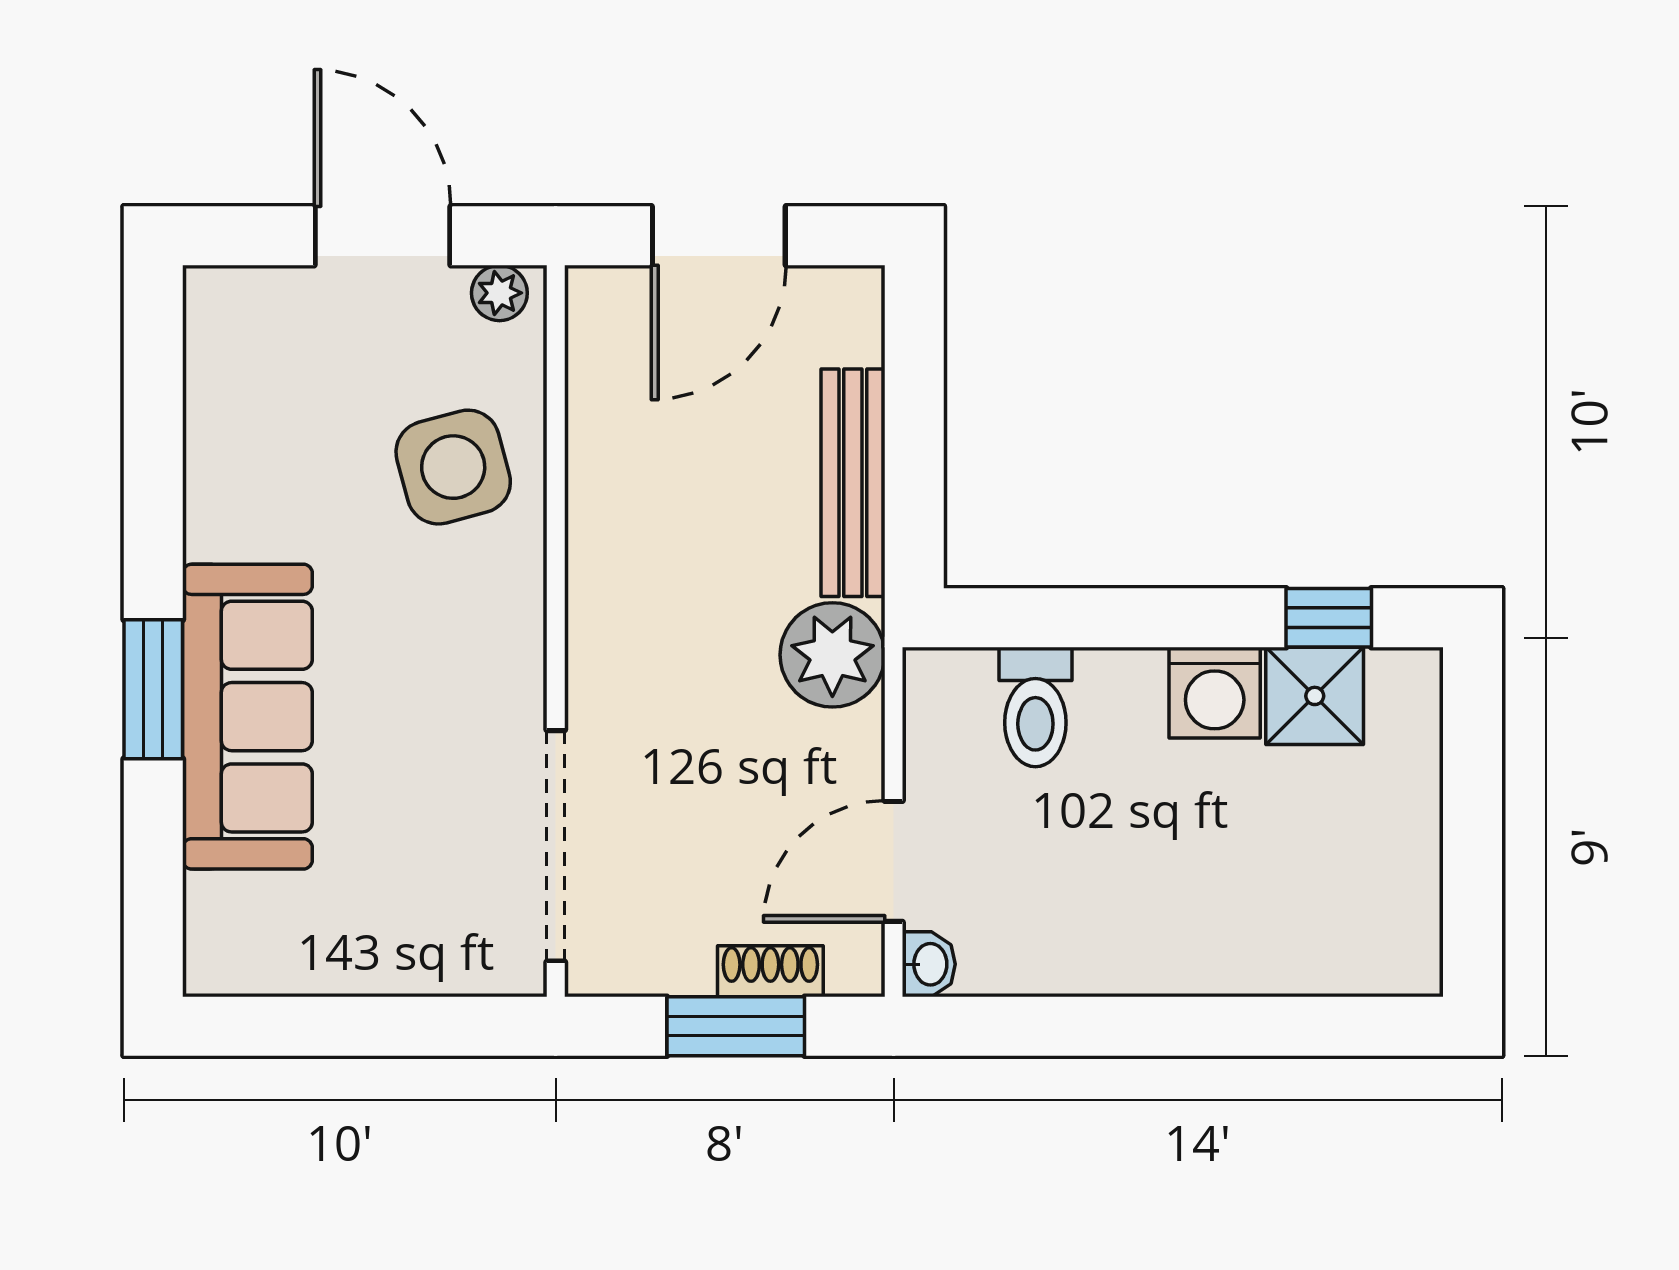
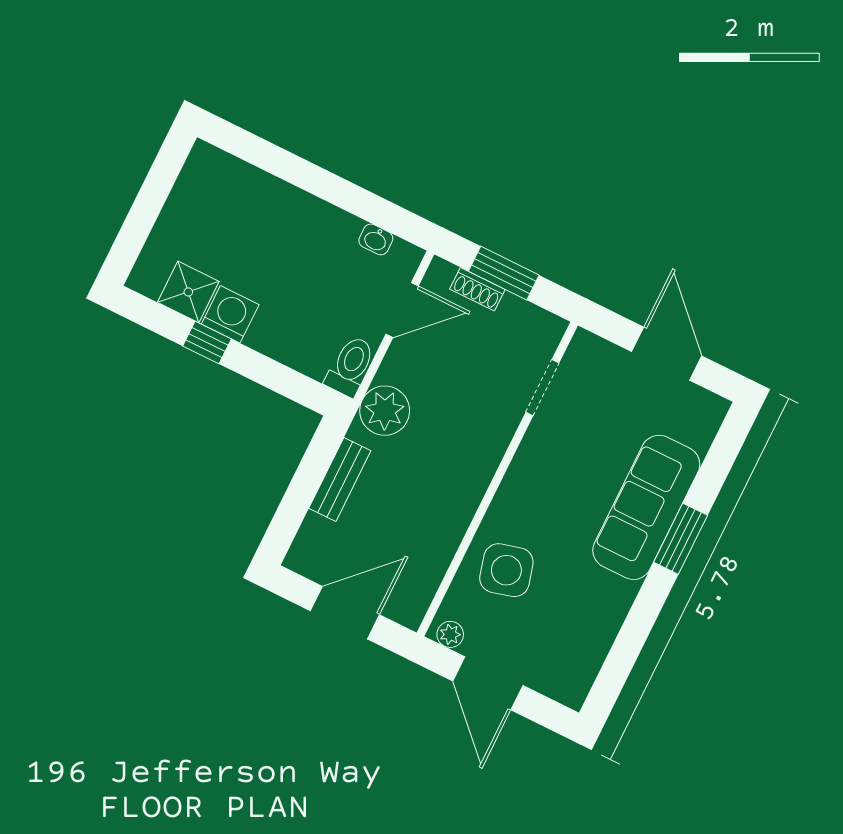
bench: (853, 483) -> (340, 480), width x0.73
window: (1329, 618) -> (207, 343), moved
toilet: (1035, 707) -> (350, 366), moved
doorway: (556, 846) -> (542, 388), width x0.53
washbasin: (929, 964) -> (376, 239), moved, turned -90
door: (352, 1026) -> (667, 354), added

